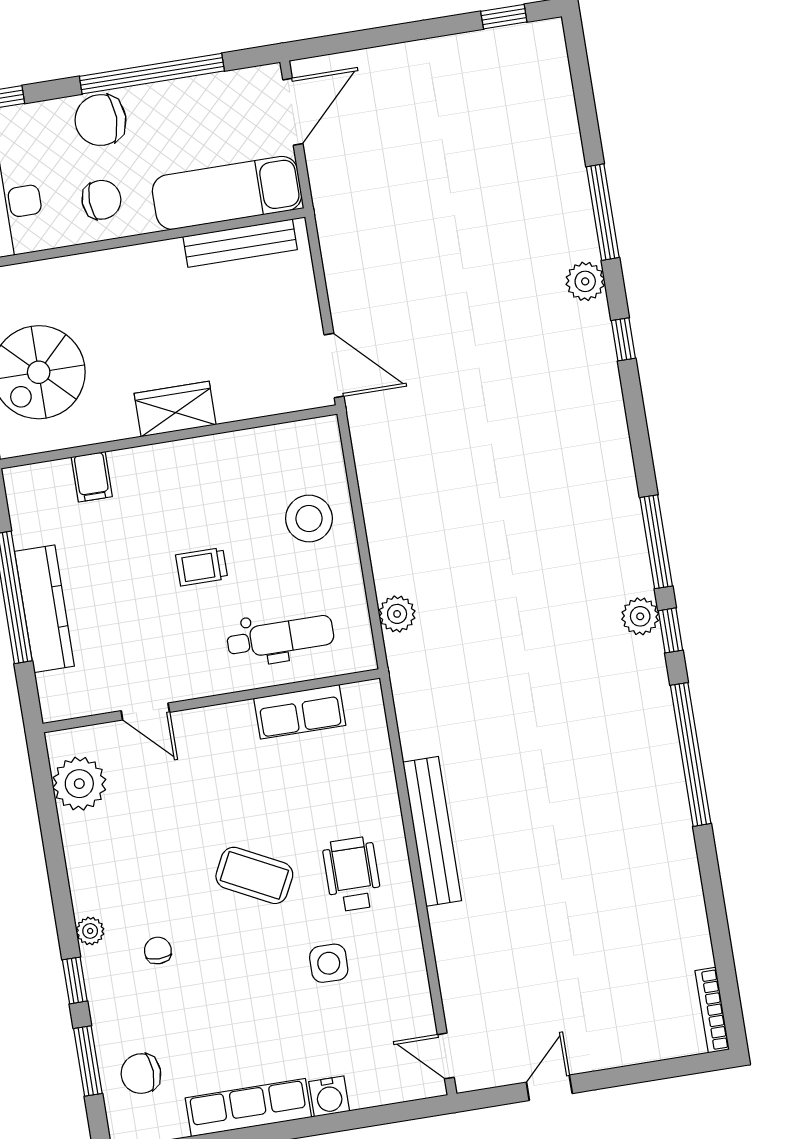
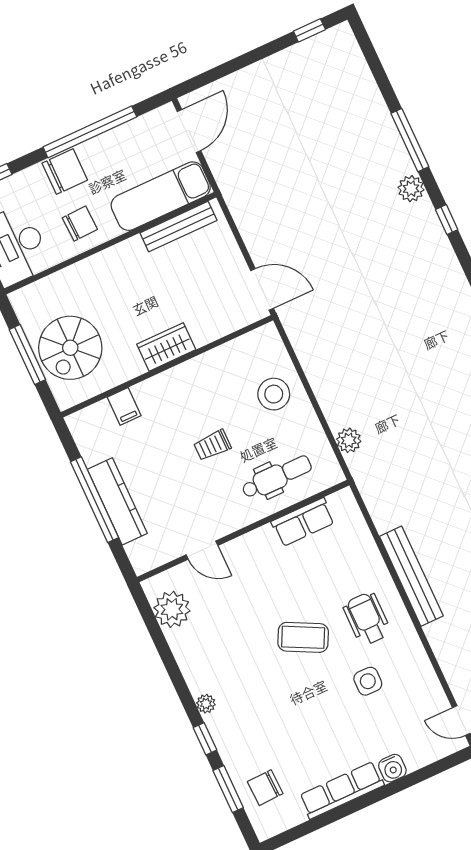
chair: (101, 120) -> (65, 172), turned 180
chair: (158, 951) -> (254, 704), removed

